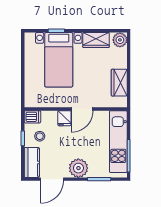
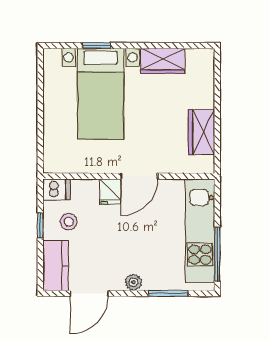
plant: (120, 40) -> (203, 61), removed
plant: (78, 168) -> (133, 282), width x0.53, depth x0.53

